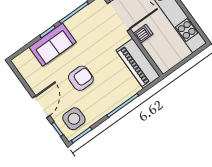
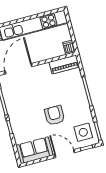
dishwasher: (143, 34) -> (69, 47), moved
sofa: (53, 45) -> (34, 150), moved, turned -90
piano: (138, 63) -> (64, 64), width x0.73, depth x0.75

